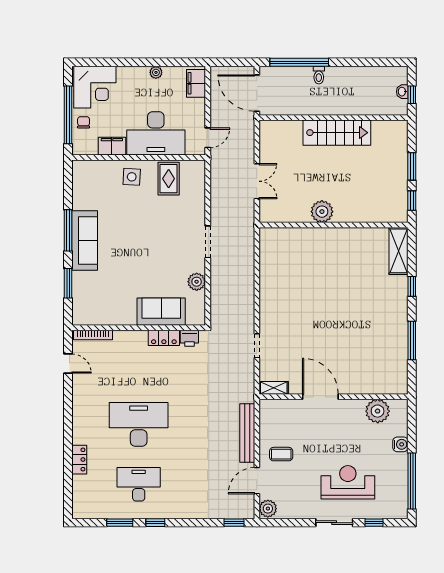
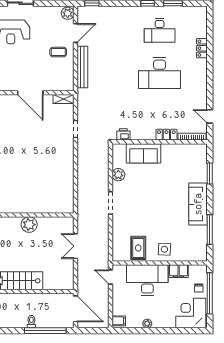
filing cabinet: (196, 83) -> (119, 321), width x0.50
door: (208, 138) -> (110, 277), hinge flipped
window: (68, 230) -> (210, 229), moved
locker: (164, 338) -> (166, 135), moved

